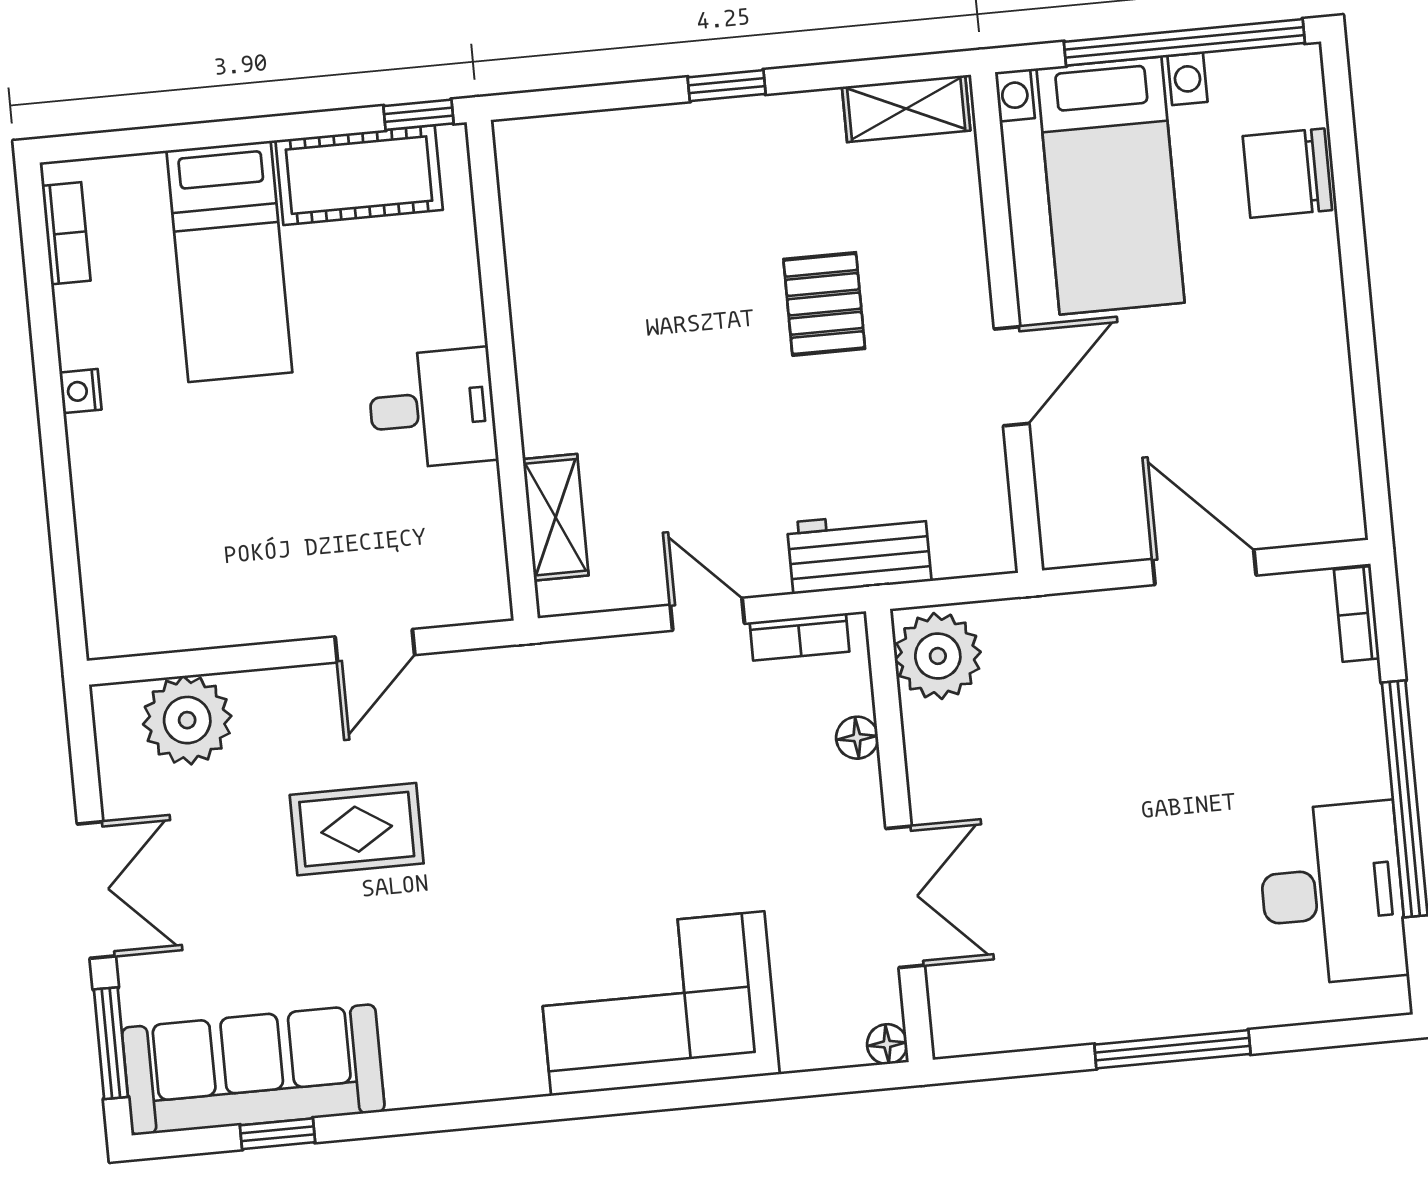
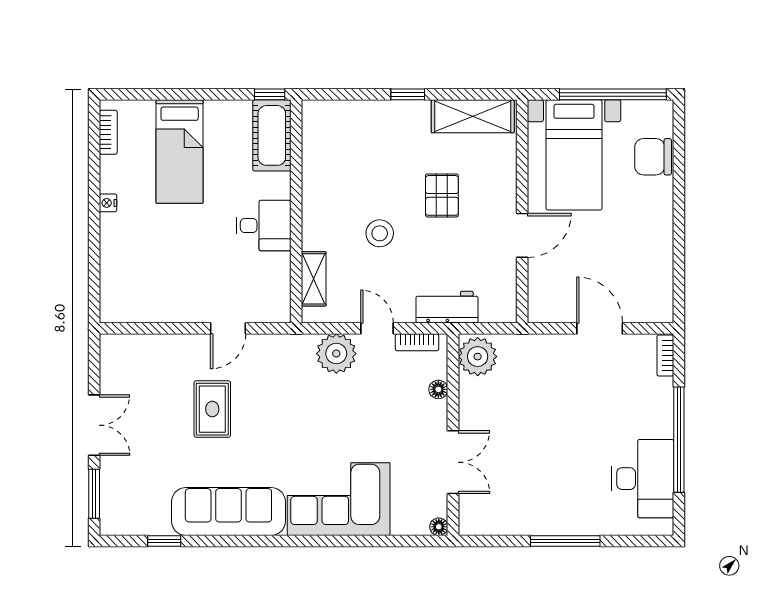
shelving: (906, 109) -> (473, 116), width x1.50, depth x1.33
cot: (359, 175) -> (272, 135), moved, turned 90
stool: (693, 402) -> (380, 233), added
plant: (187, 720) -> (336, 354), moved
rug: (357, 829) -> (212, 409), turned 90
sofa: (253, 1070) -> (228, 512), moved

